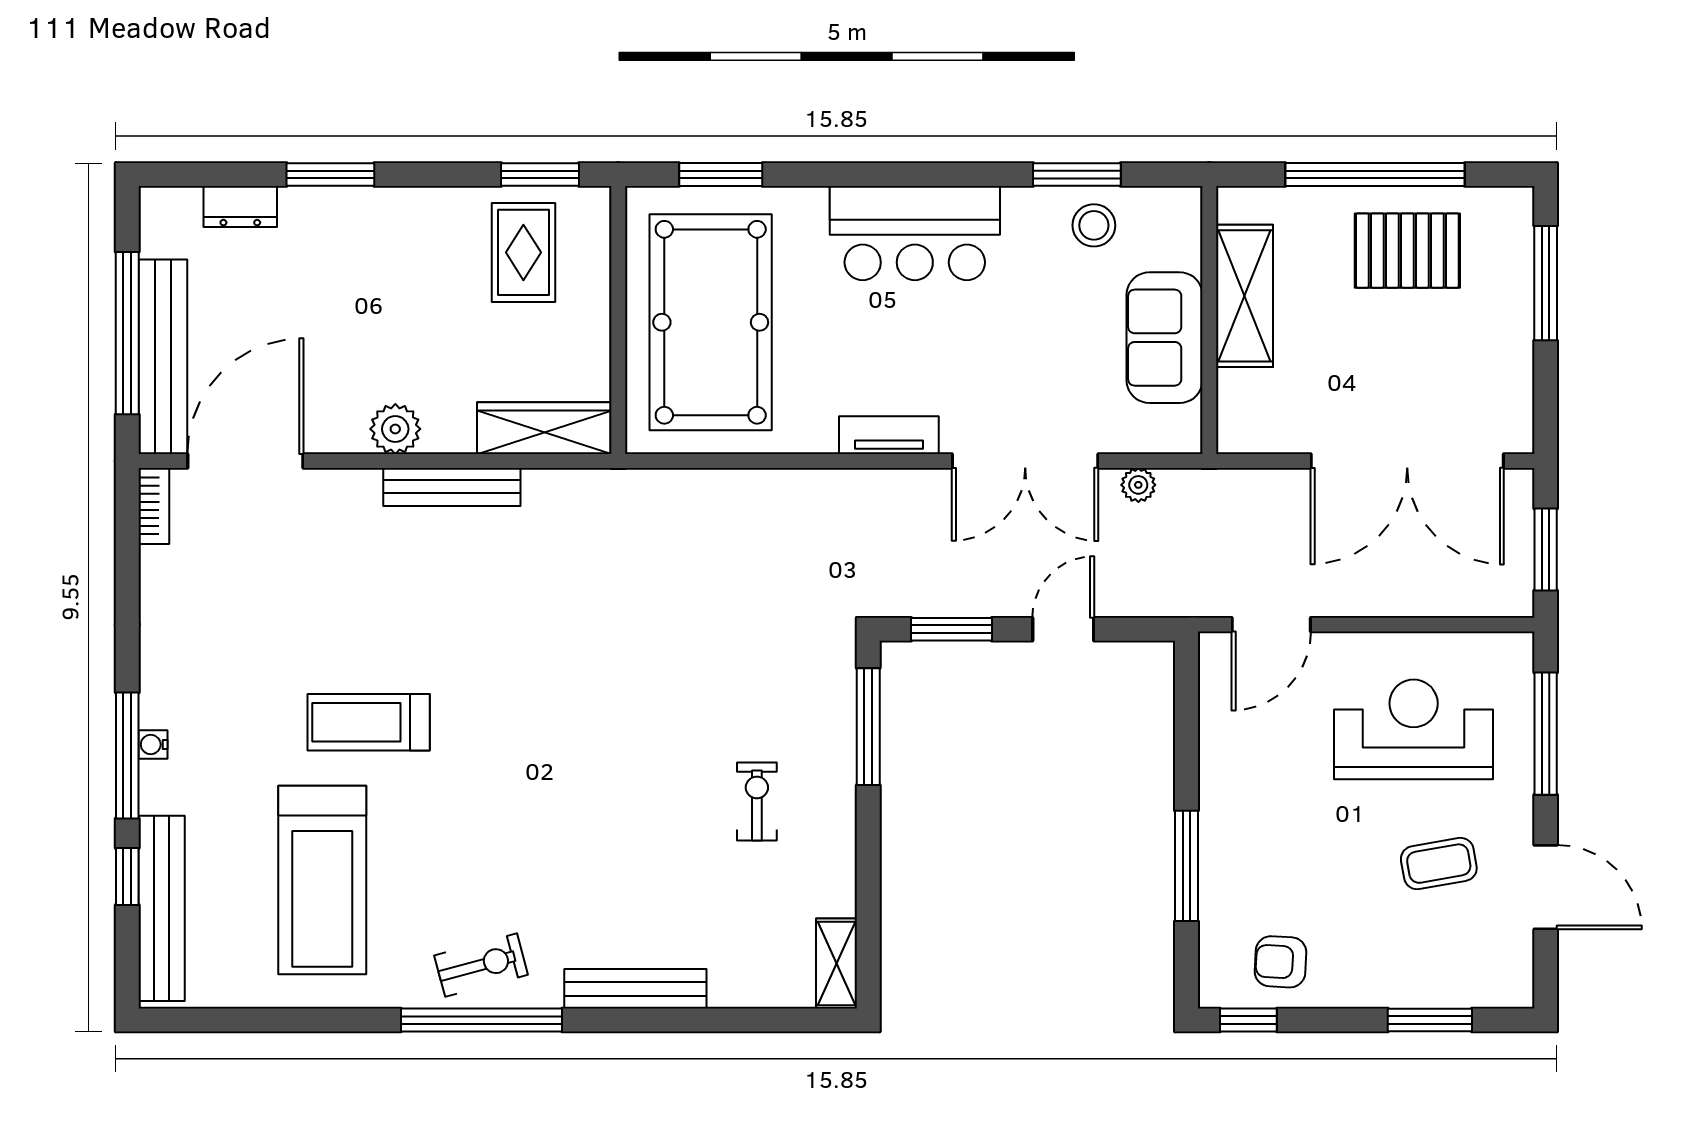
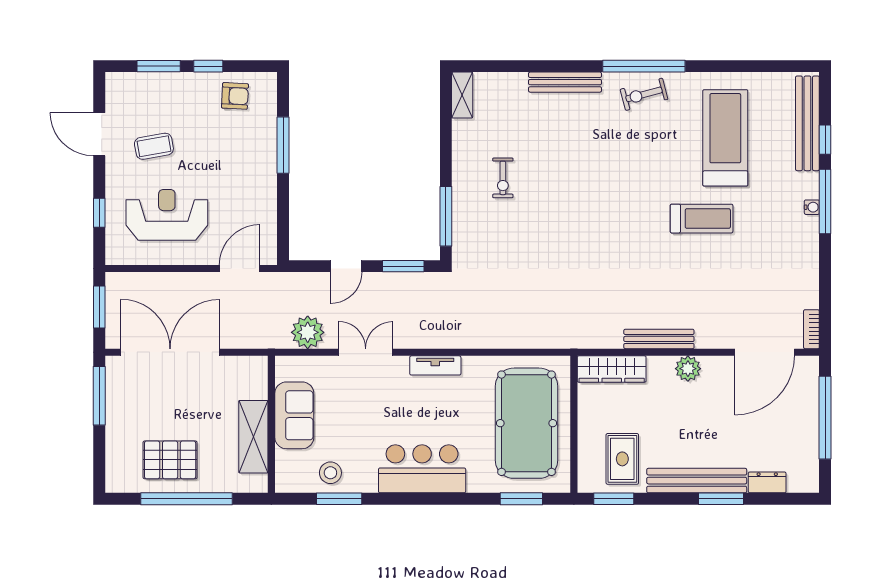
window: (1546, 283) -> (99, 396), moved
bench: (163, 357) -> (697, 481), moved, turned 90
double door: (1025, 461) -> (366, 352), width x0.73
plant: (1138, 485) -> (308, 332), width x1.88, depth x1.88
reception desk: (1414, 729) -> (167, 215), turned 180
window: (1546, 734) -> (99, 213), width x0.46
window: (1248, 1020) -> (208, 66), moved

